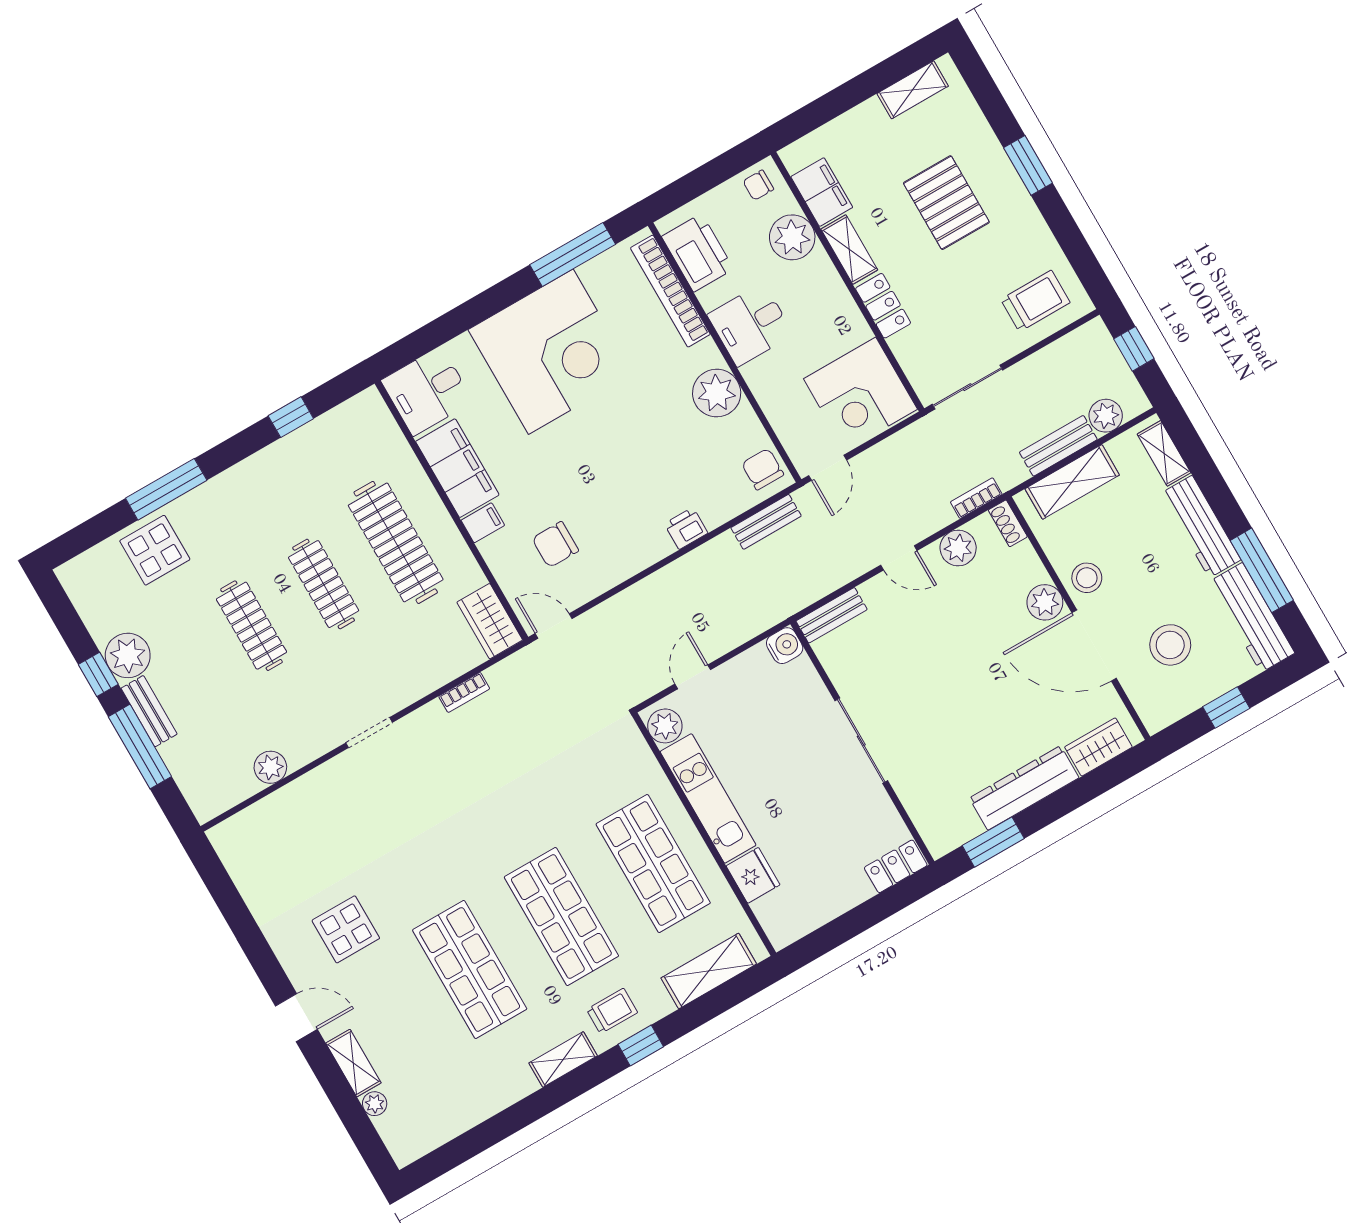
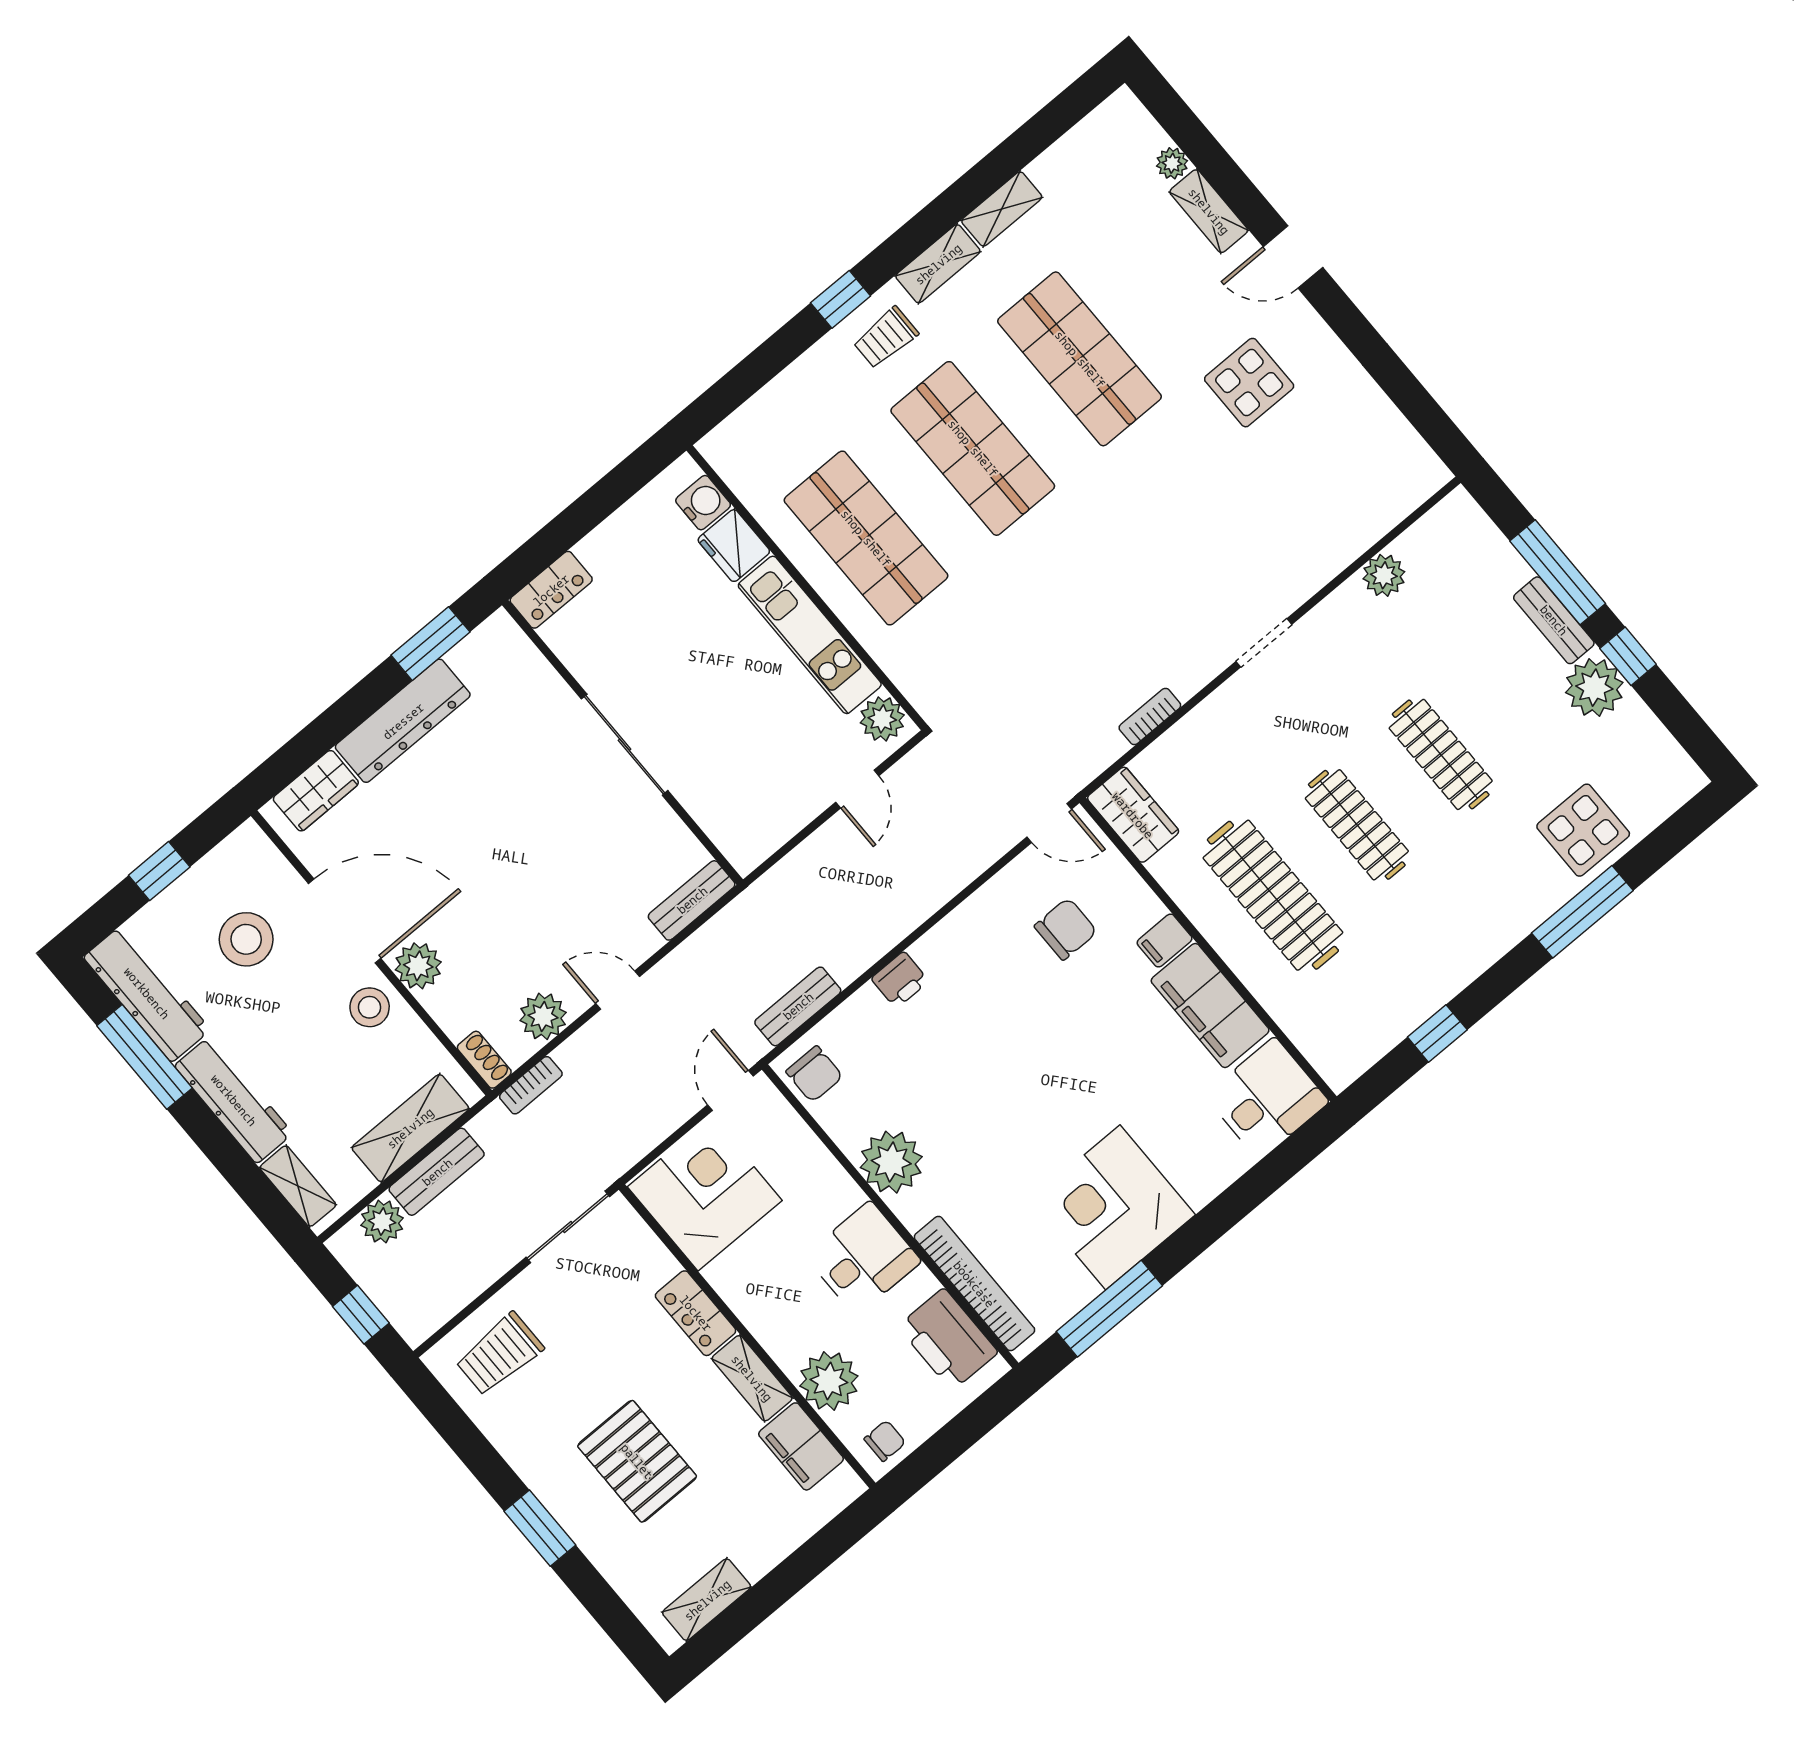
corner desk: (551, 352) -> (1113, 1207), width x0.74, depth x0.74
water cooler: (785, 646) -> (703, 503), moved, turned 180
shelving: (709, 971) -> (1002, 209), moved, width x0.67, depth x0.75

